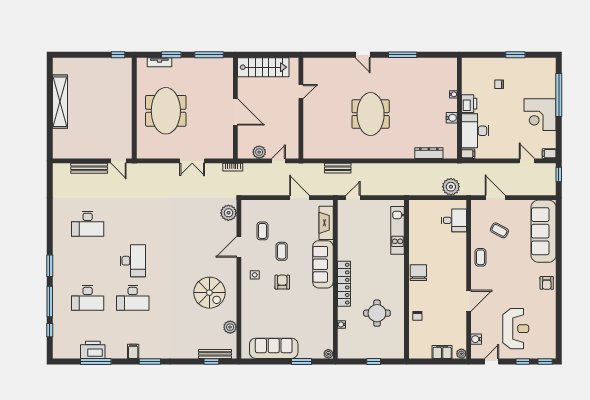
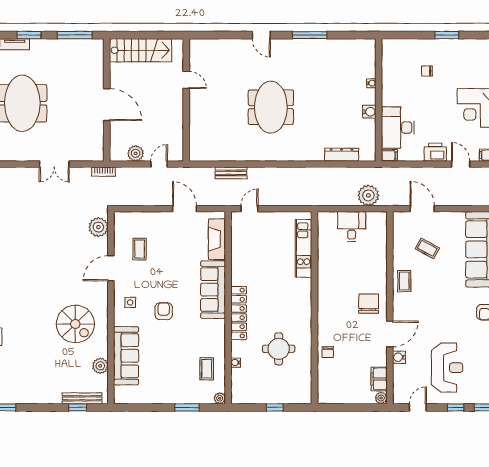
door: (301, 92) -> (186, 80), hinge flipped
printer: (469, 104) -> (435, 152), moved, turned -90
desk: (454, 220) -> (352, 226), moved, turned -90
coffee table: (282, 251) -> (207, 369), moved
chair: (418, 273) -> (369, 304), moved
water cooler: (476, 339) -> (399, 357), moved
sofa: (274, 348) -> (126, 356), moved, turned 90
filing cabinet: (442, 352) -> (379, 379), moved, turned -90

